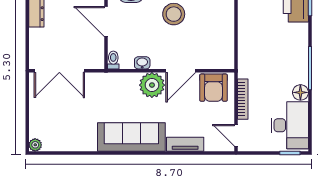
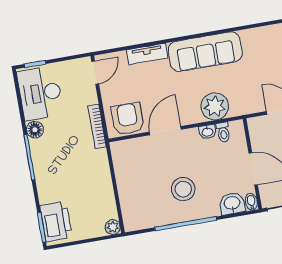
toilet: (113, 60) -> (223, 132), moved
plant: (152, 85) -> (215, 106), moved
bookcase: (243, 99) -> (97, 126), moved
door: (236, 135) -> (95, 73), hinge flipped

